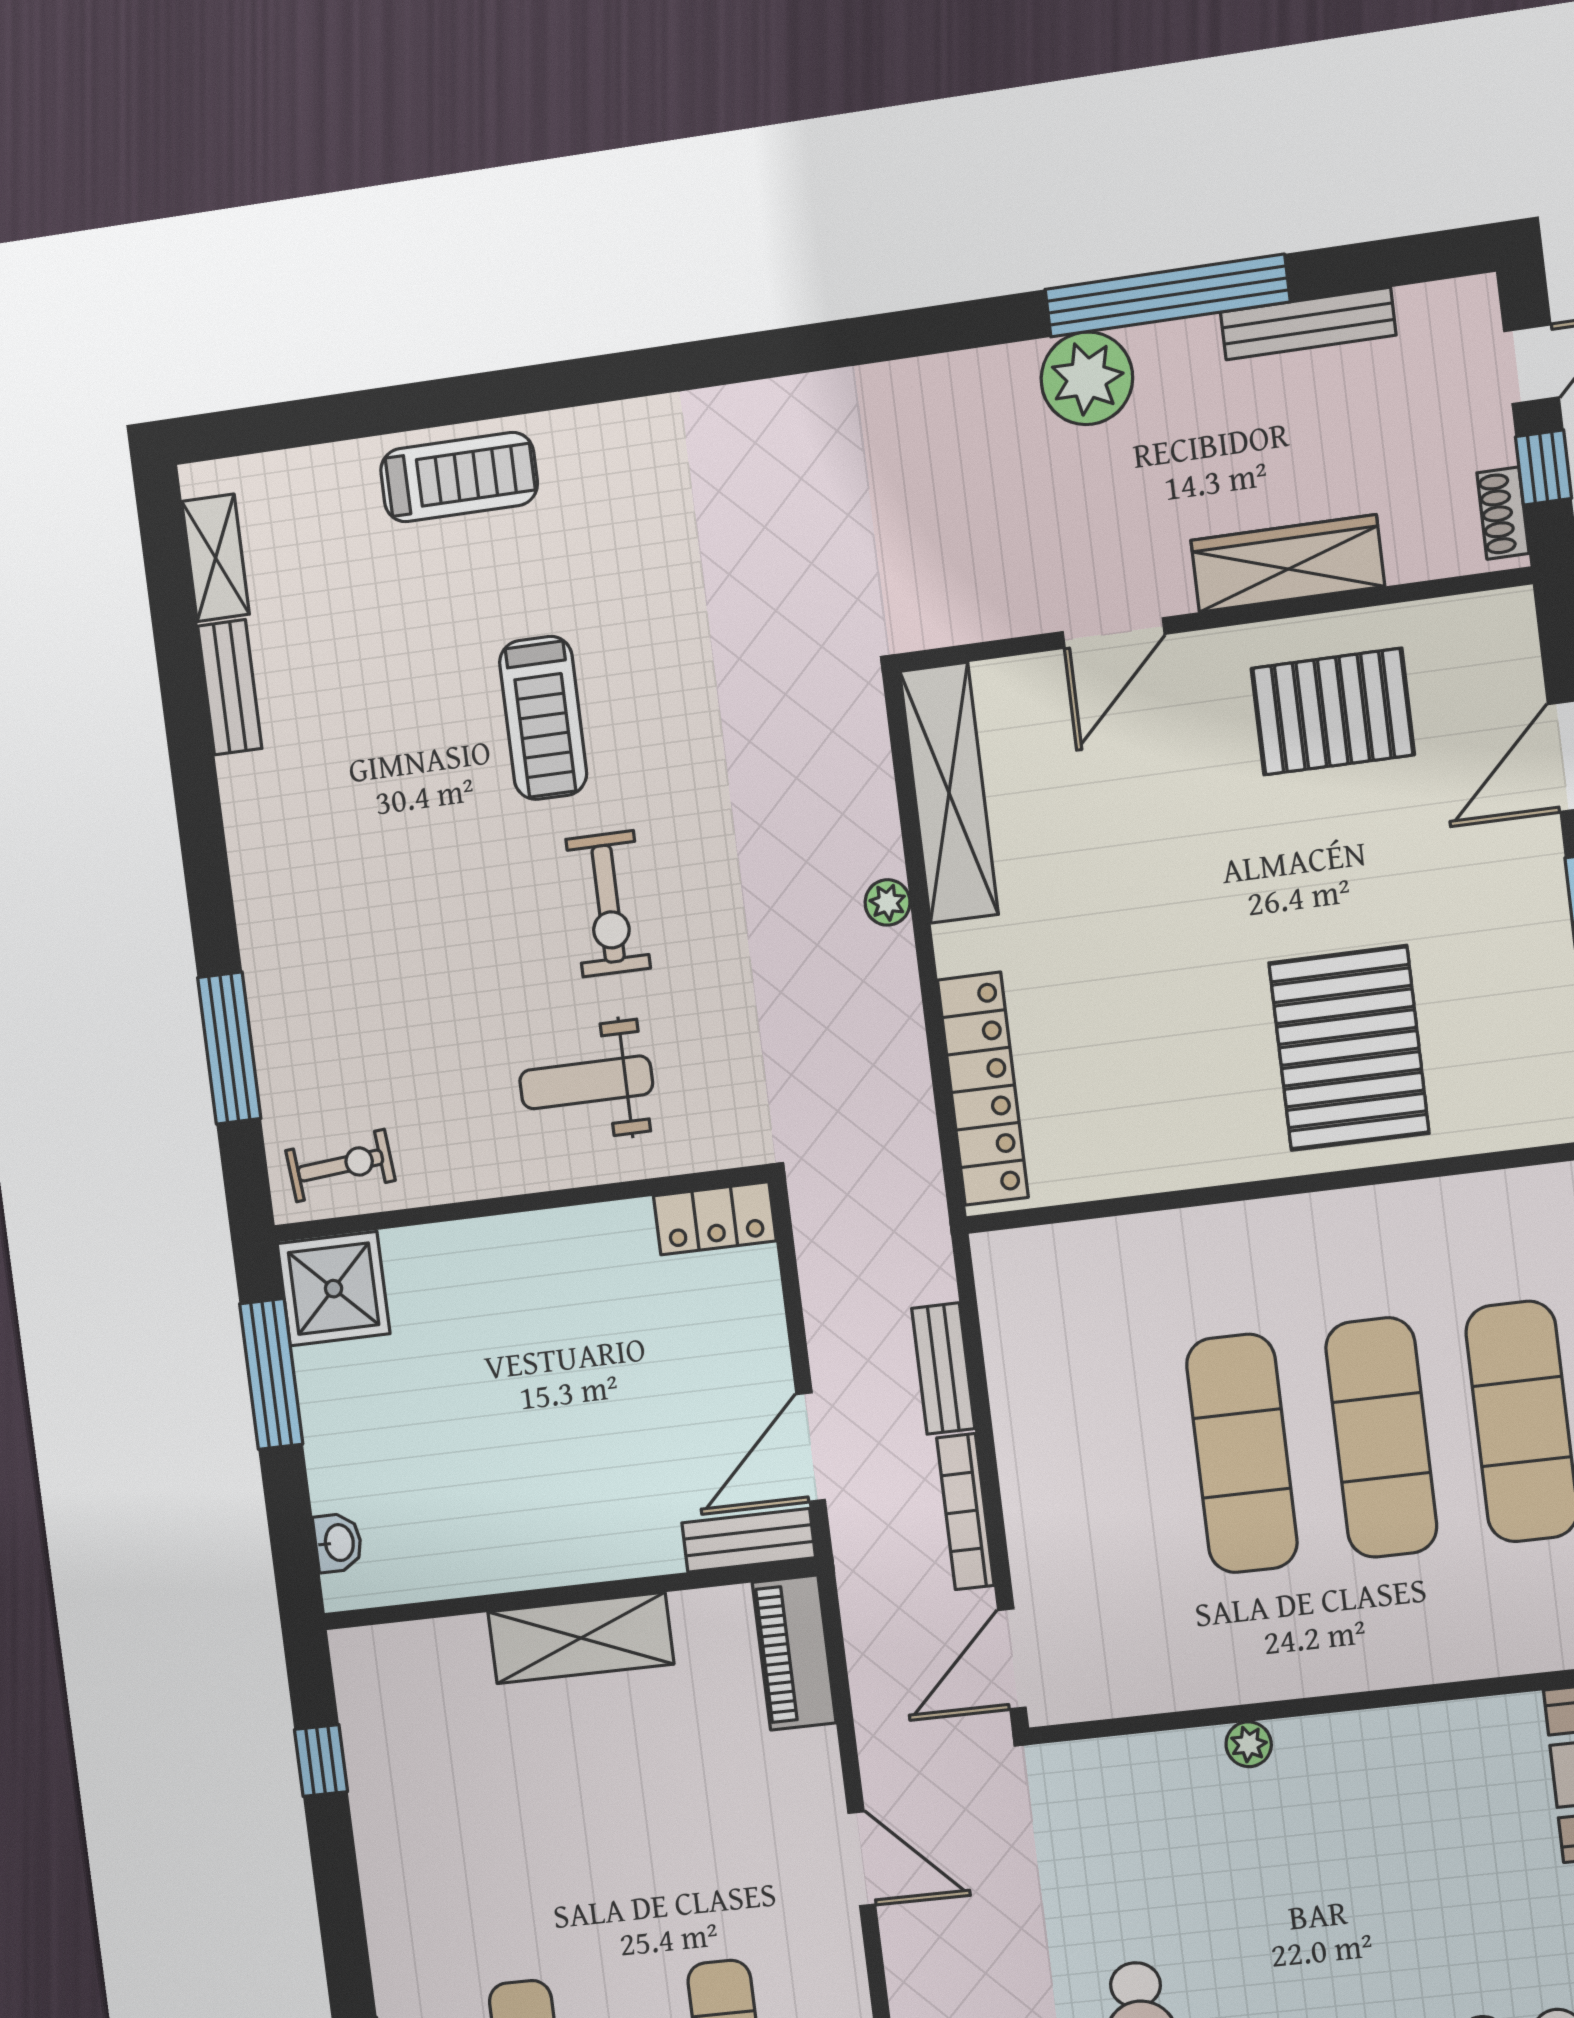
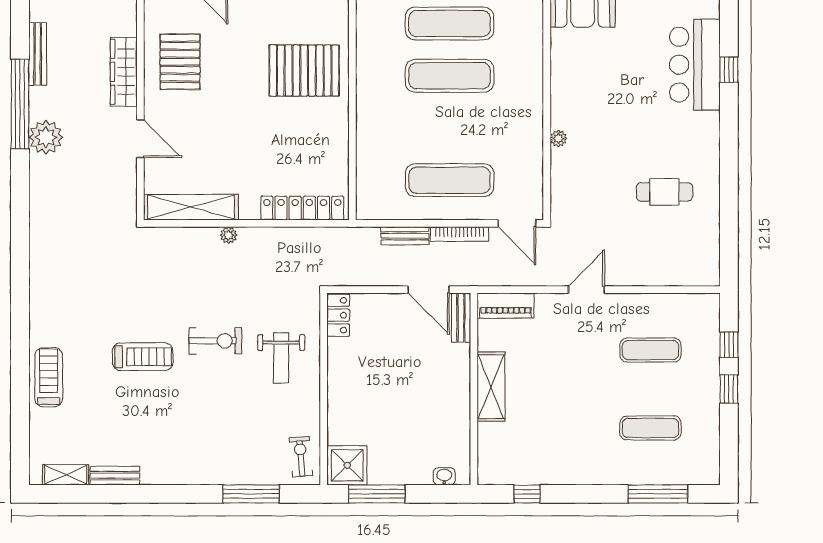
exercise mat: (1242, 1453) -> (450, 180), moved

